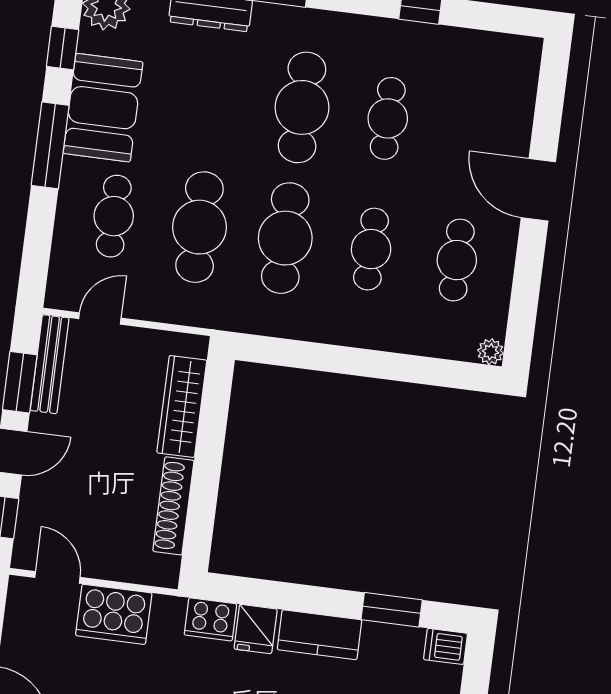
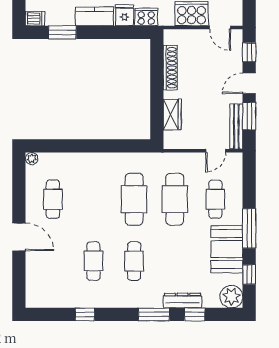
cafe table: (302, 107) -> (134, 261), width x0.73, depth x0.74
cafe table: (371, 249) -> (93, 199), removed
wardrobe: (182, 406) -> (172, 115), width x0.67

